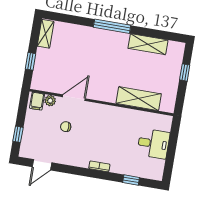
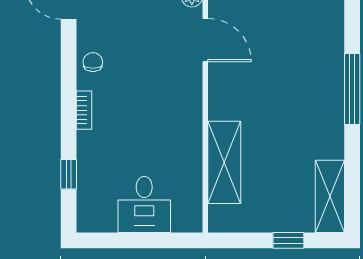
shelving: (148, 44) -> (330, 196), moved
chair: (66, 127) -> (93, 62), moved

